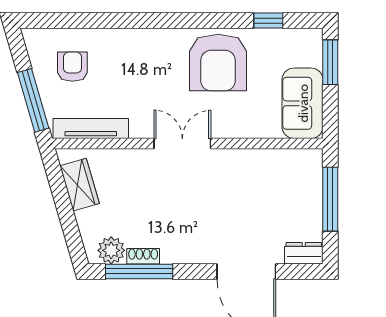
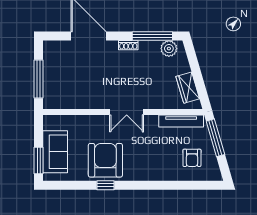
window: (268, 21) -> (106, 185), moved
sofa: (303, 103) -> (55, 152), moved
dresser: (304, 253) -> (54, 47), removed
shoe rack: (143, 256) -> (128, 45), moved

